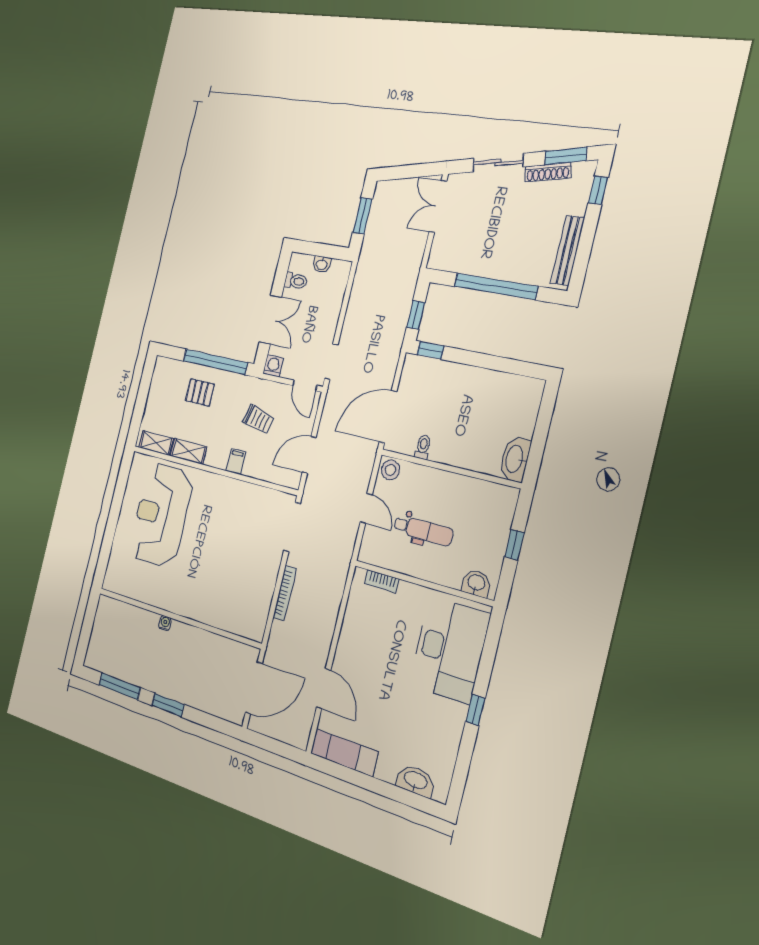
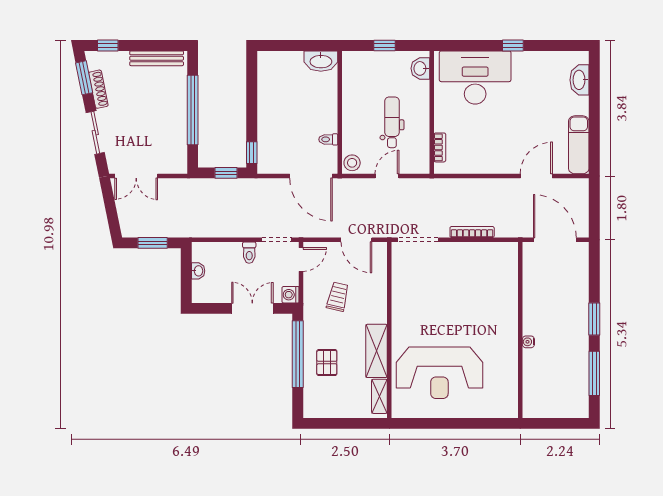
toilet: (296, 281) -> (249, 253), moved, turned 180
shelving: (188, 451) -> (377, 351), width x1.50, depth x1.33
filing cabinet: (236, 461) -> (377, 309), removed

